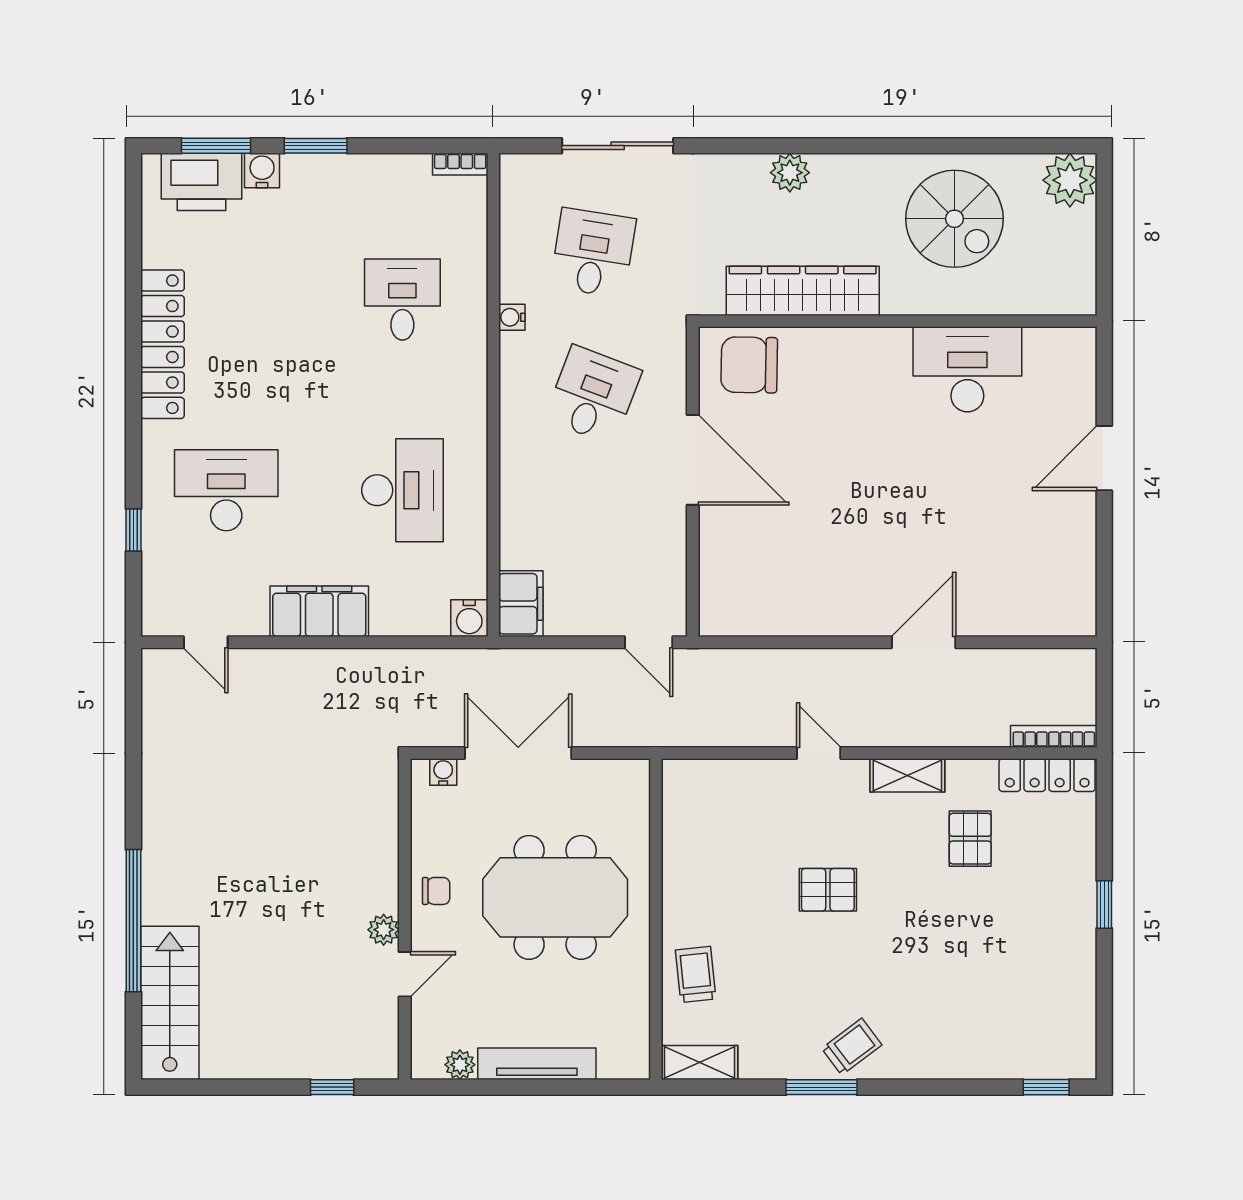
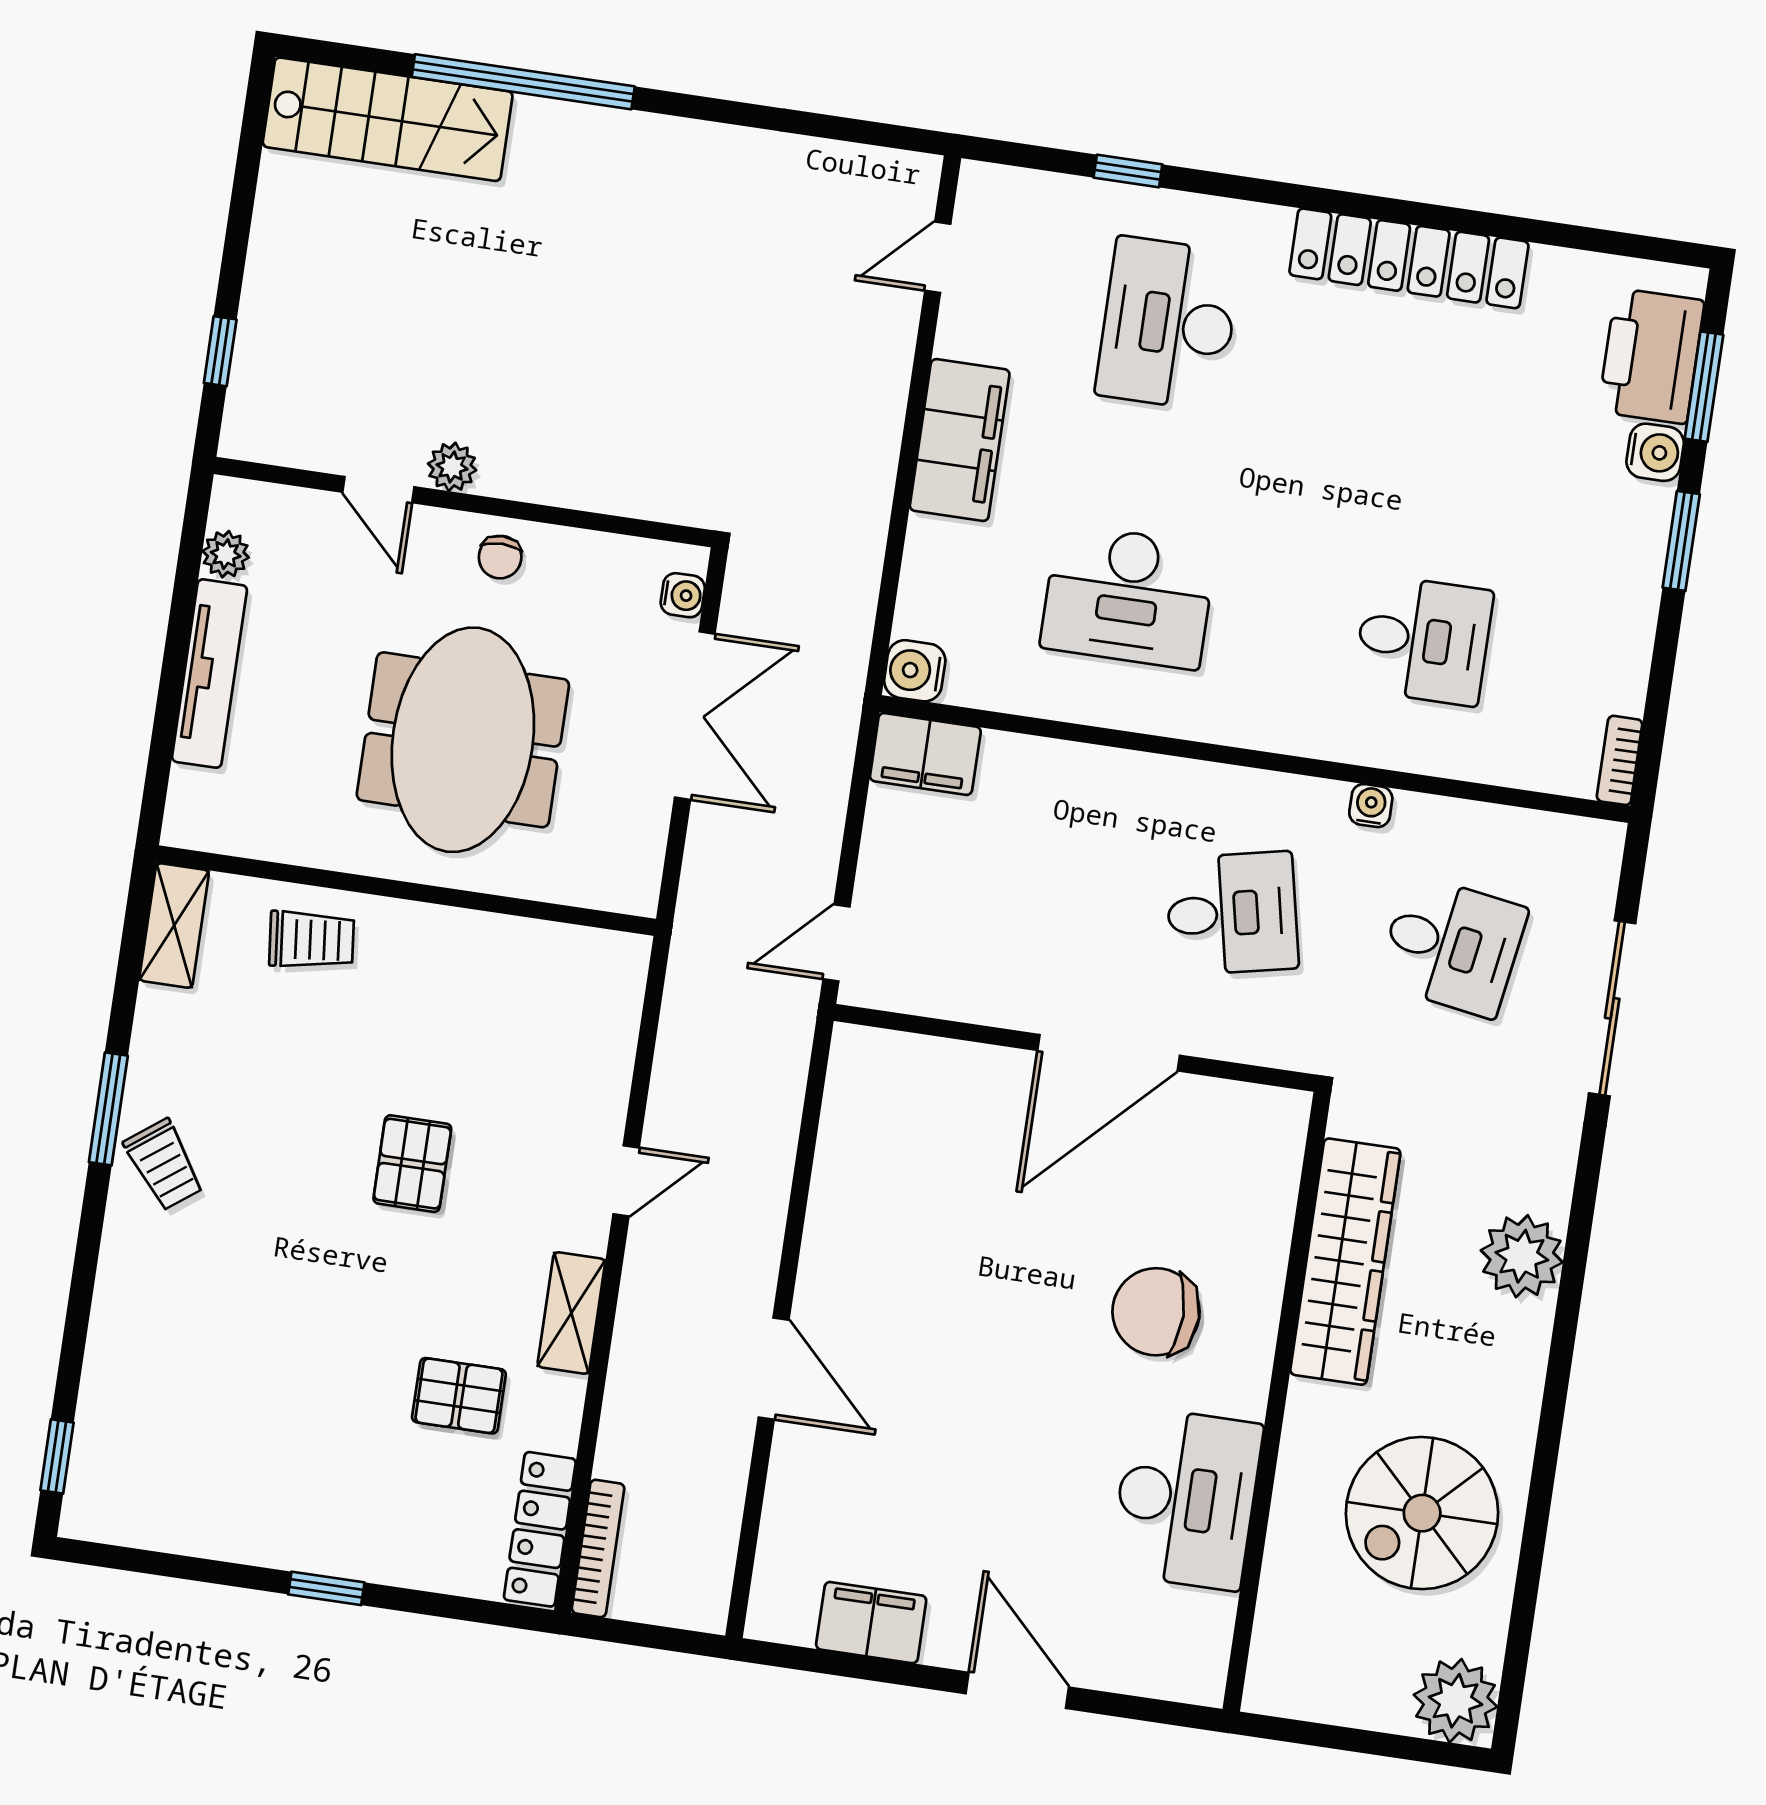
plant: (790, 173) -> (1522, 1256), width x1.36, depth x1.36
chair: (749, 365) -> (1156, 1312), moved, turned -91
desk: (593, 395) -> (1232, 913), turned -33
desk: (226, 490) -> (1168, 324), turned 180
filing cabinet: (1075, 557) -> (871, 1623), added

